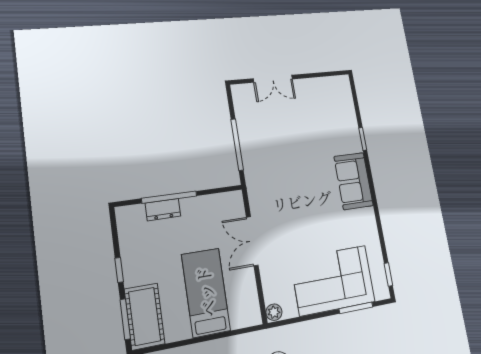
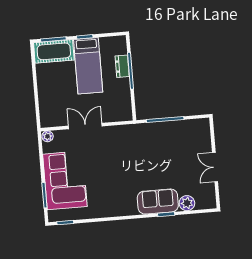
double door: (273, 79) -> (215, 167), moved
plant: (346, 112) -> (187, 203), added
sofa: (354, 181) -> (158, 202), moved
double door: (252, 241) -> (85, 126), moved
bed: (206, 292) -> (88, 66), moved, turned 90

